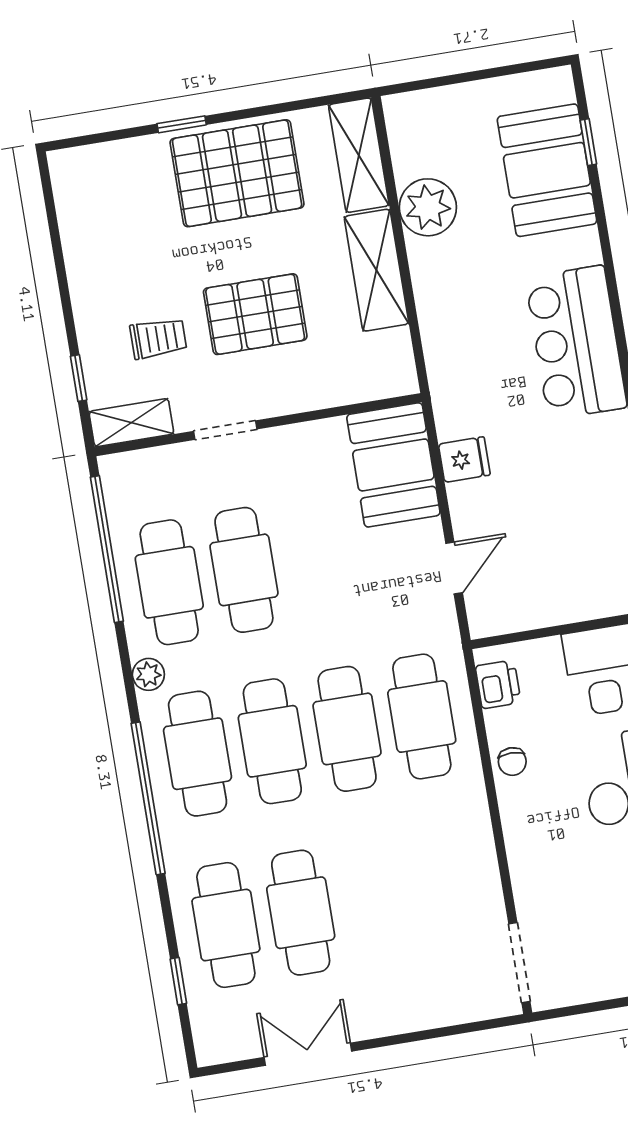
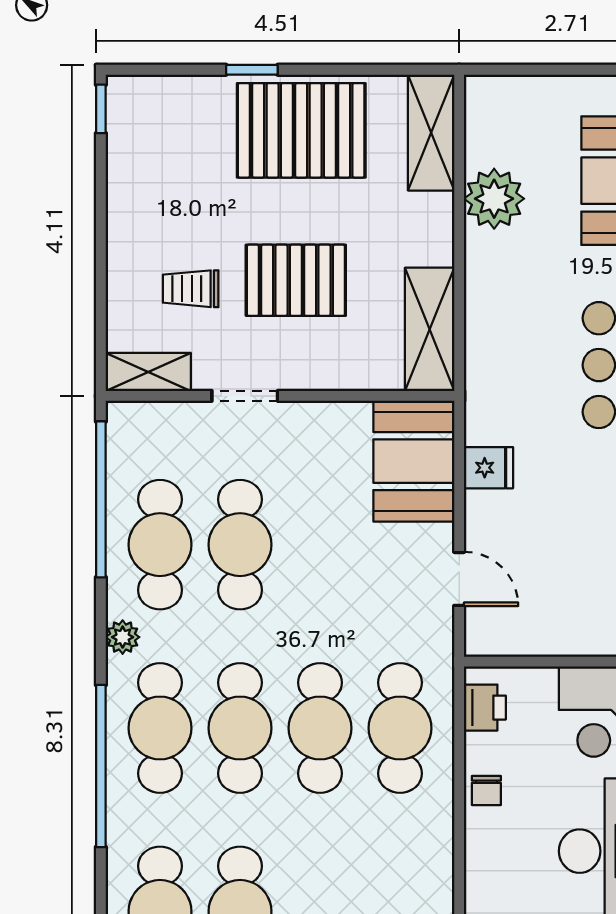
shelving: (376, 270) -> (430, 329), moved
trolley: (158, 338) -> (191, 289), turned 180
window: (79, 378) -> (101, 109), moved
door: (454, 568) -> (459, 579), hinge flipped

